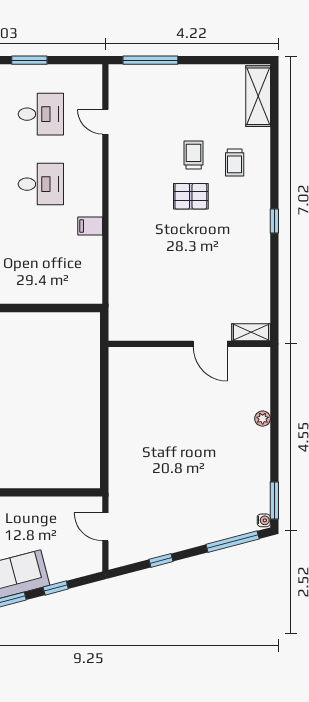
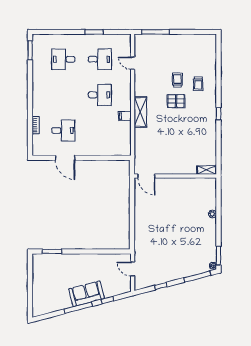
shelving: (258, 96) -> (140, 112), moved
door: (210, 344) -> (146, 176), moved

